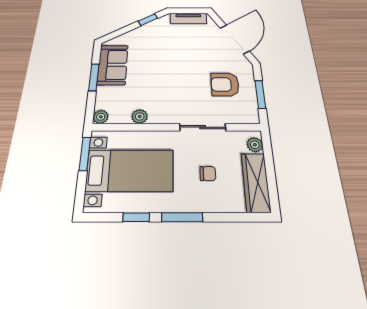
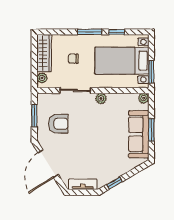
sofa: (113, 65) -> (139, 134), width x1.36
plant: (140, 117) -> (101, 98), moved

